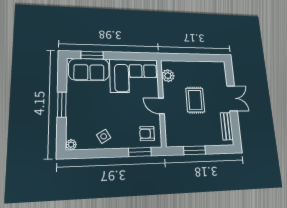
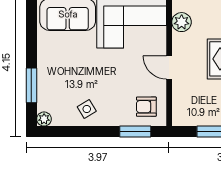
window: (62, 105) -> (31, 85), moved

